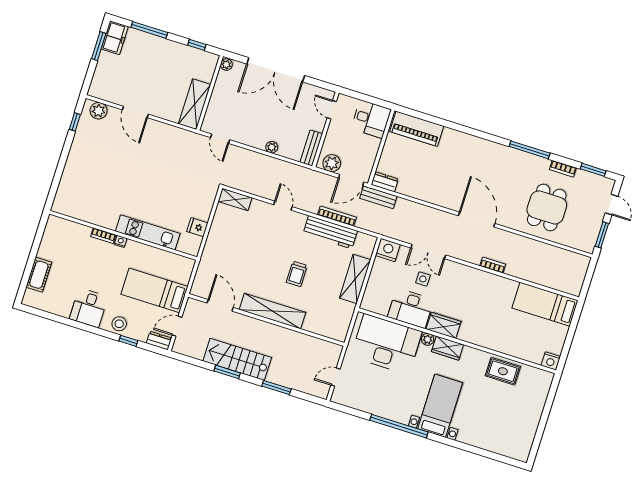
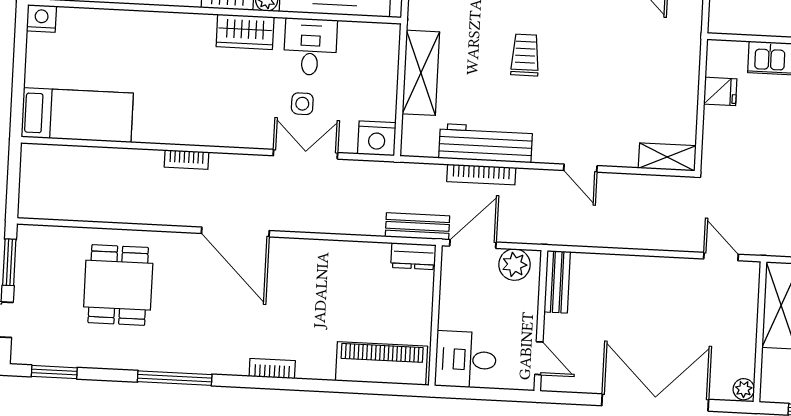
plant: (272, 147) -> (627, 265), removed
bookcase: (563, 169) -> (272, 369), moved
desk: (411, 308) -> (310, 47), width x0.73

